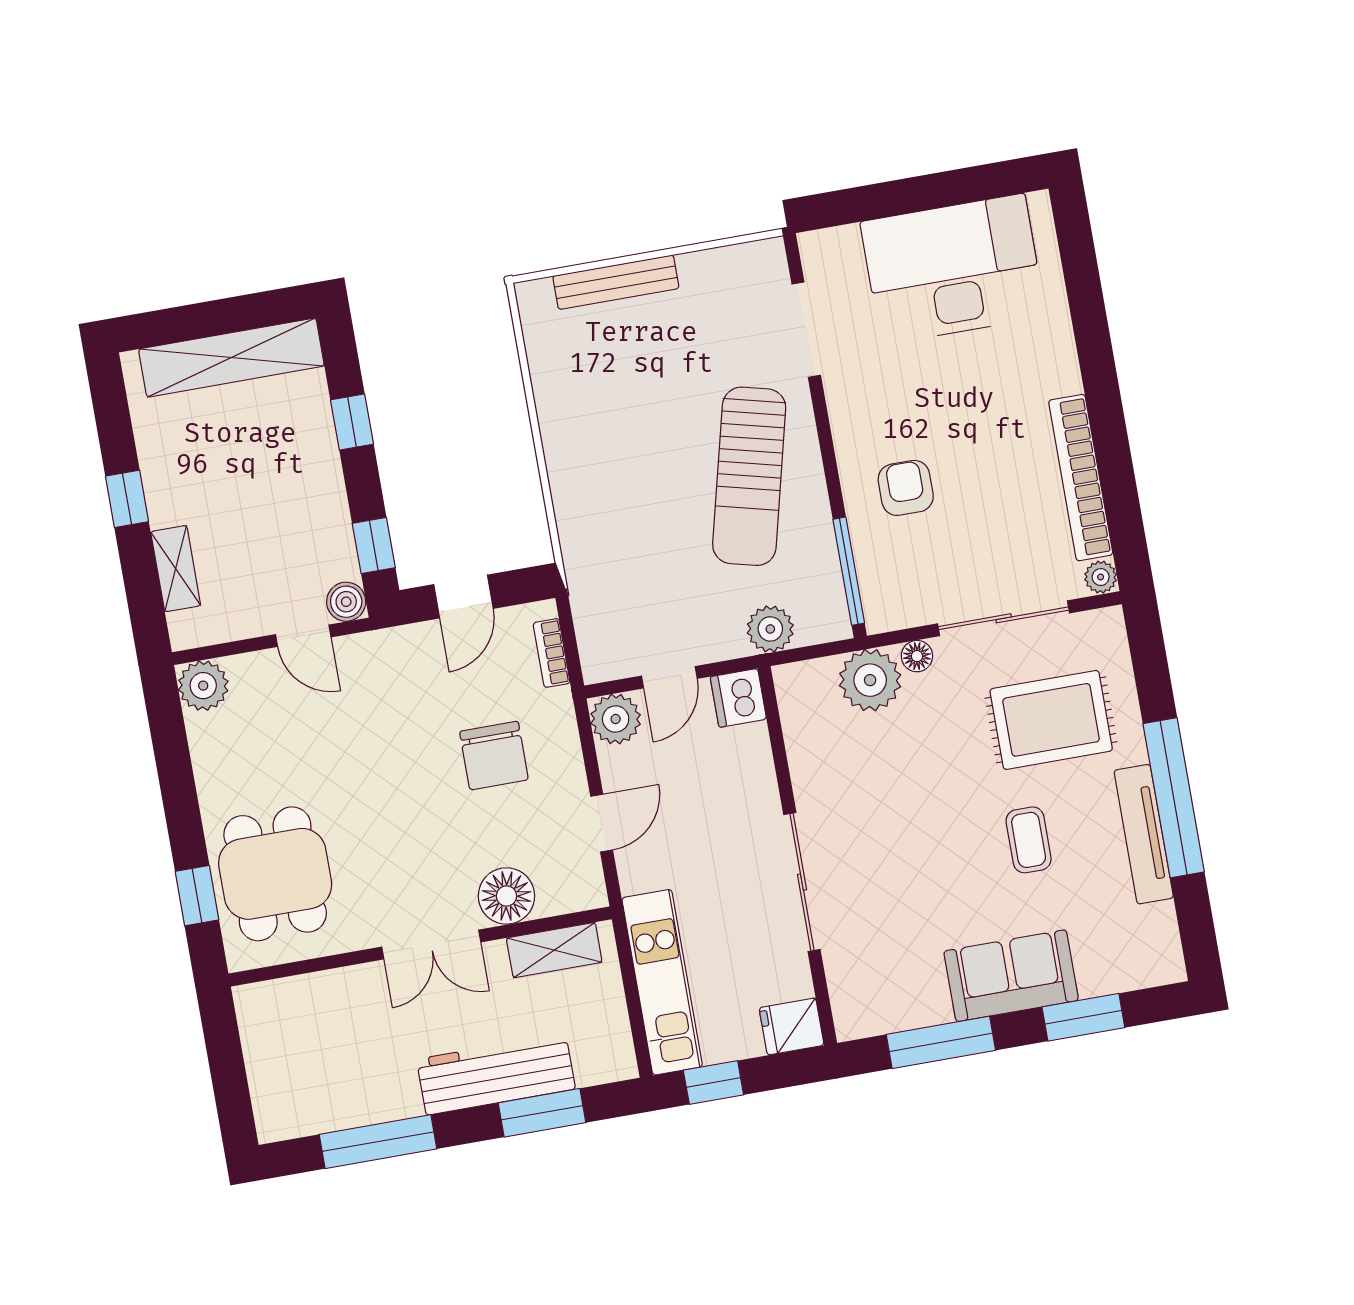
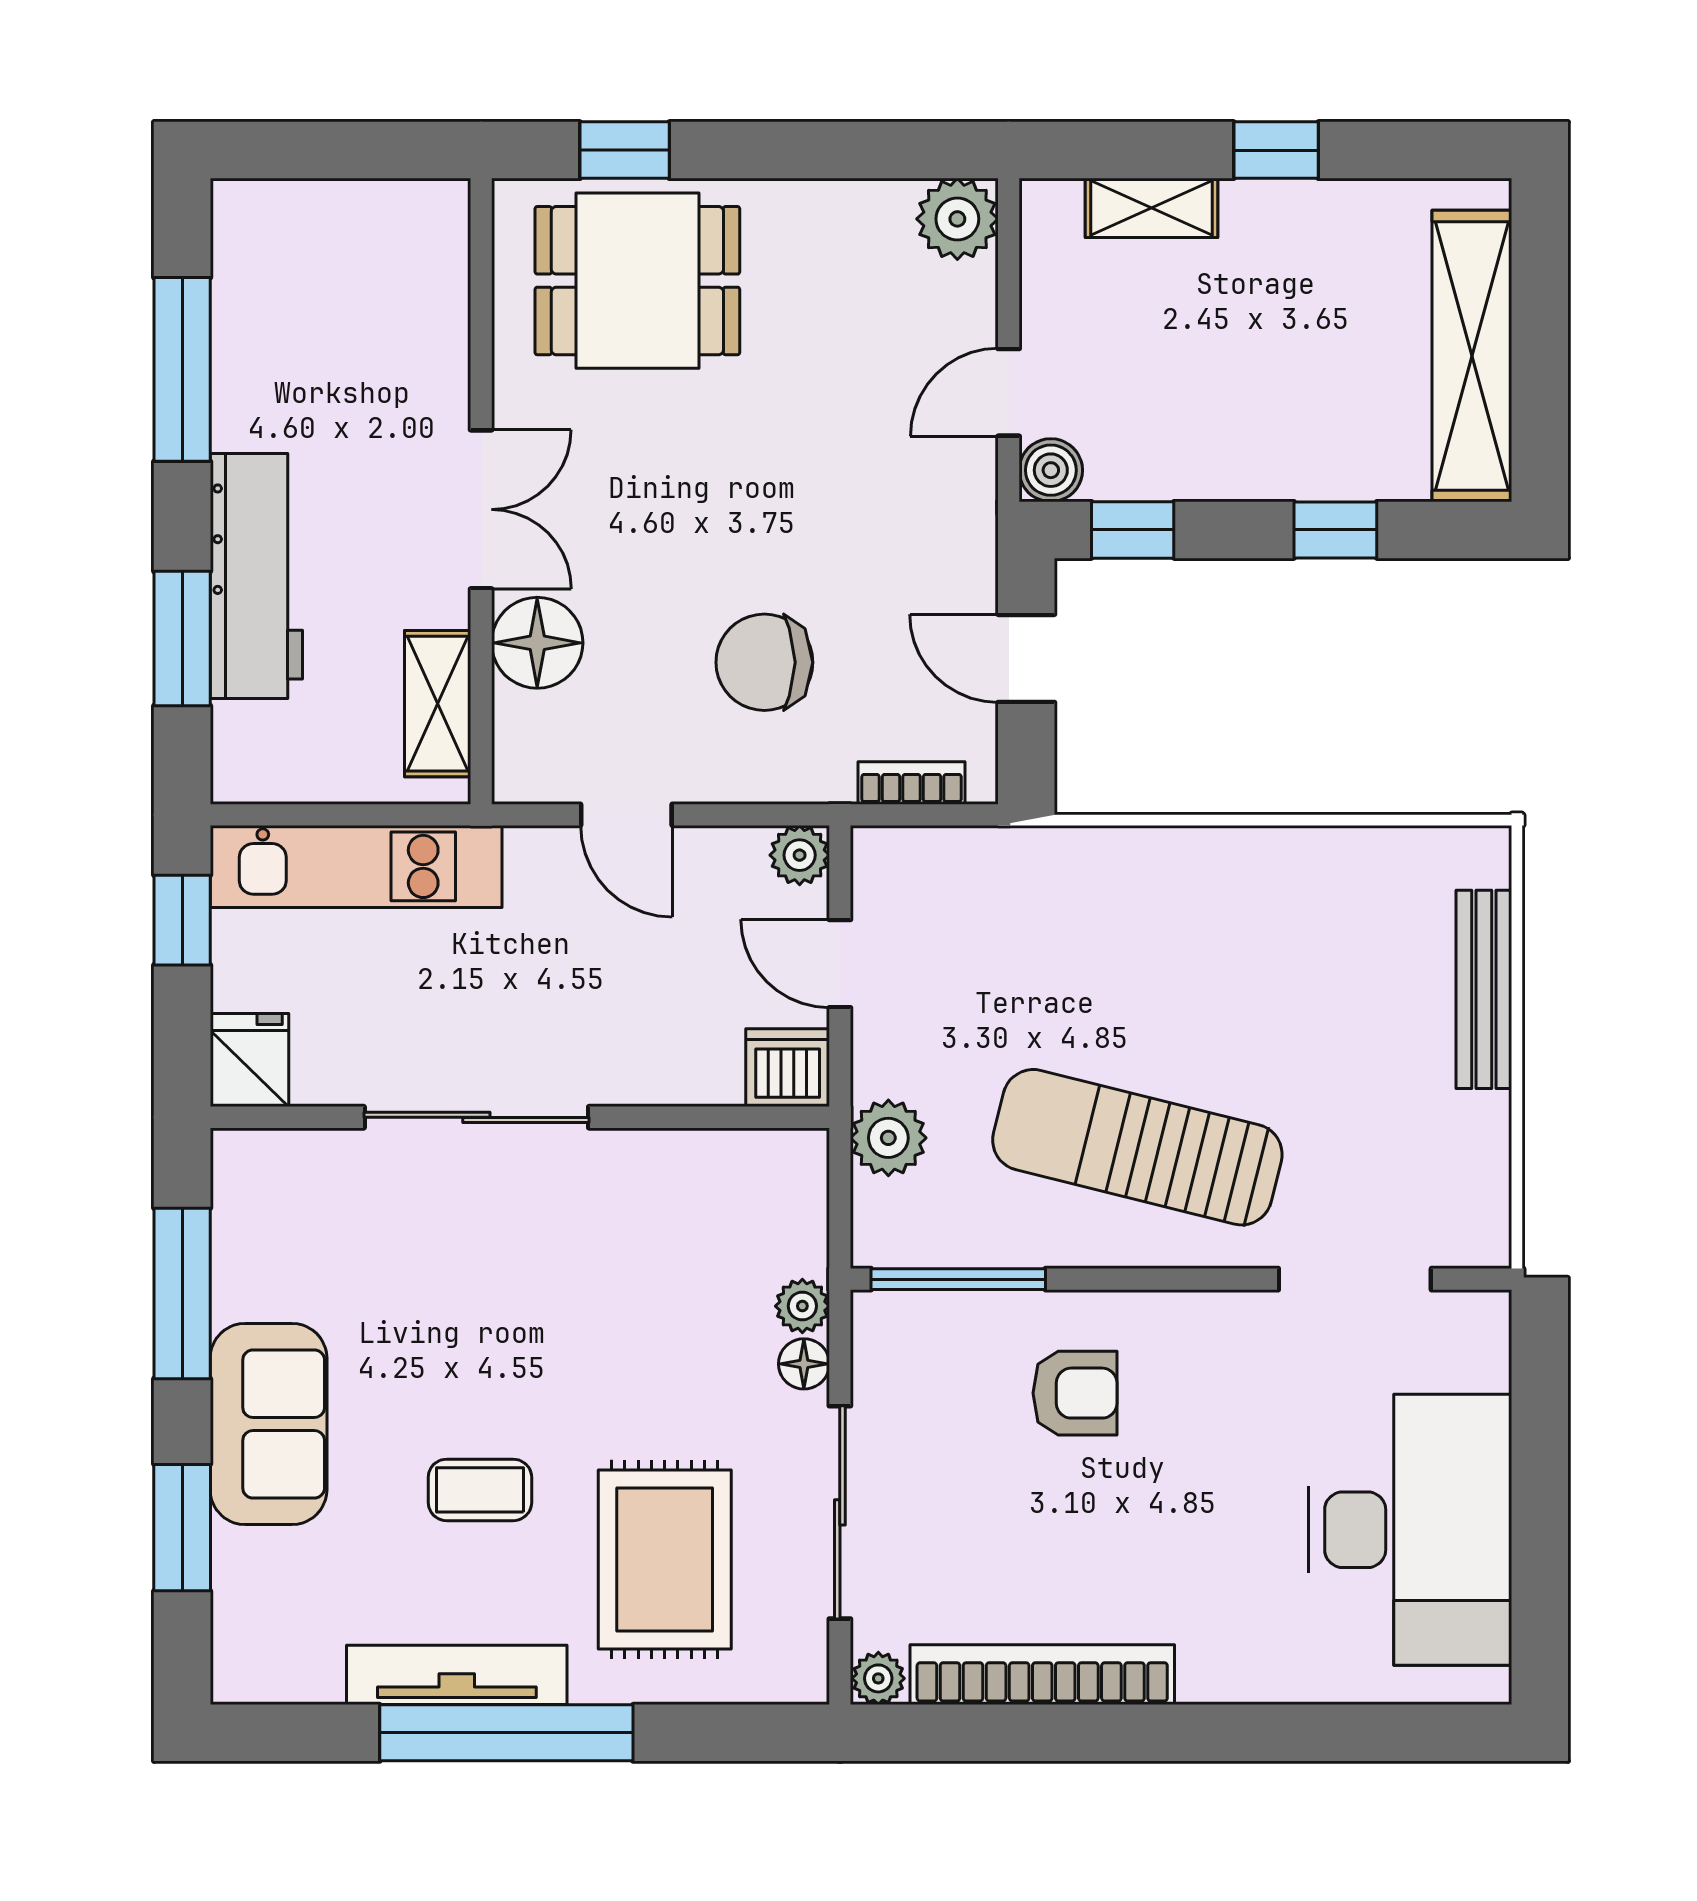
plant: (870, 680) -> (802, 1306), width x0.53, depth x0.53
plant: (616, 719) -> (800, 855), width x0.73, depth x0.73
double door: (431, 944) -> (481, 509), swing flipped

